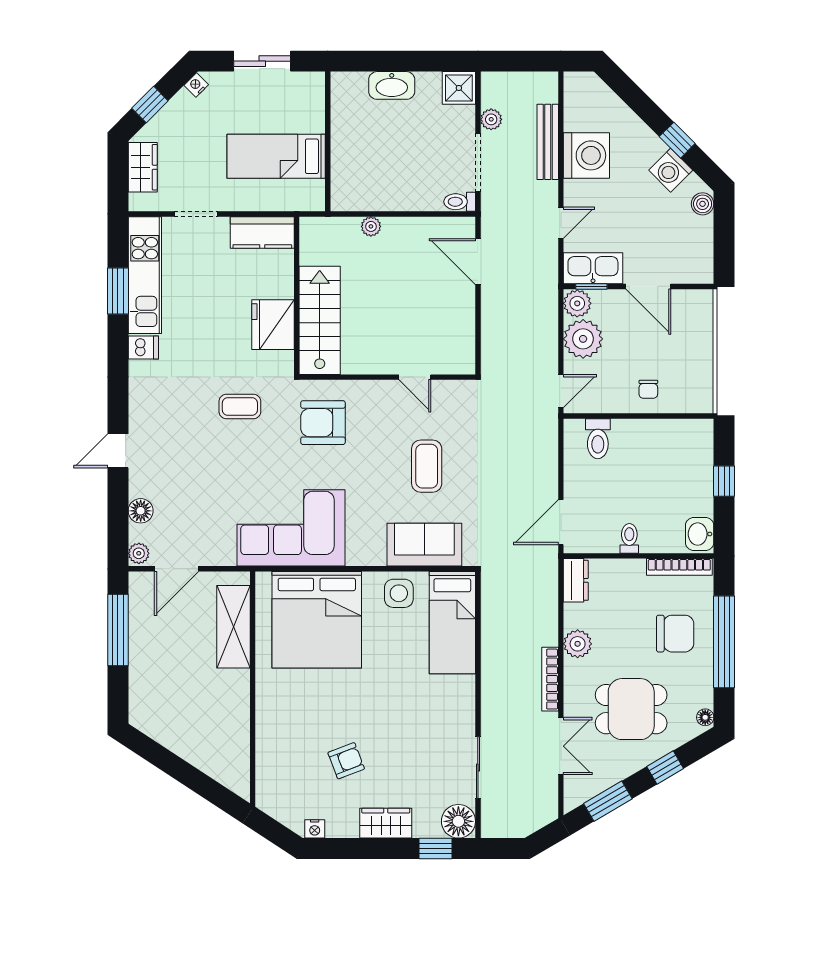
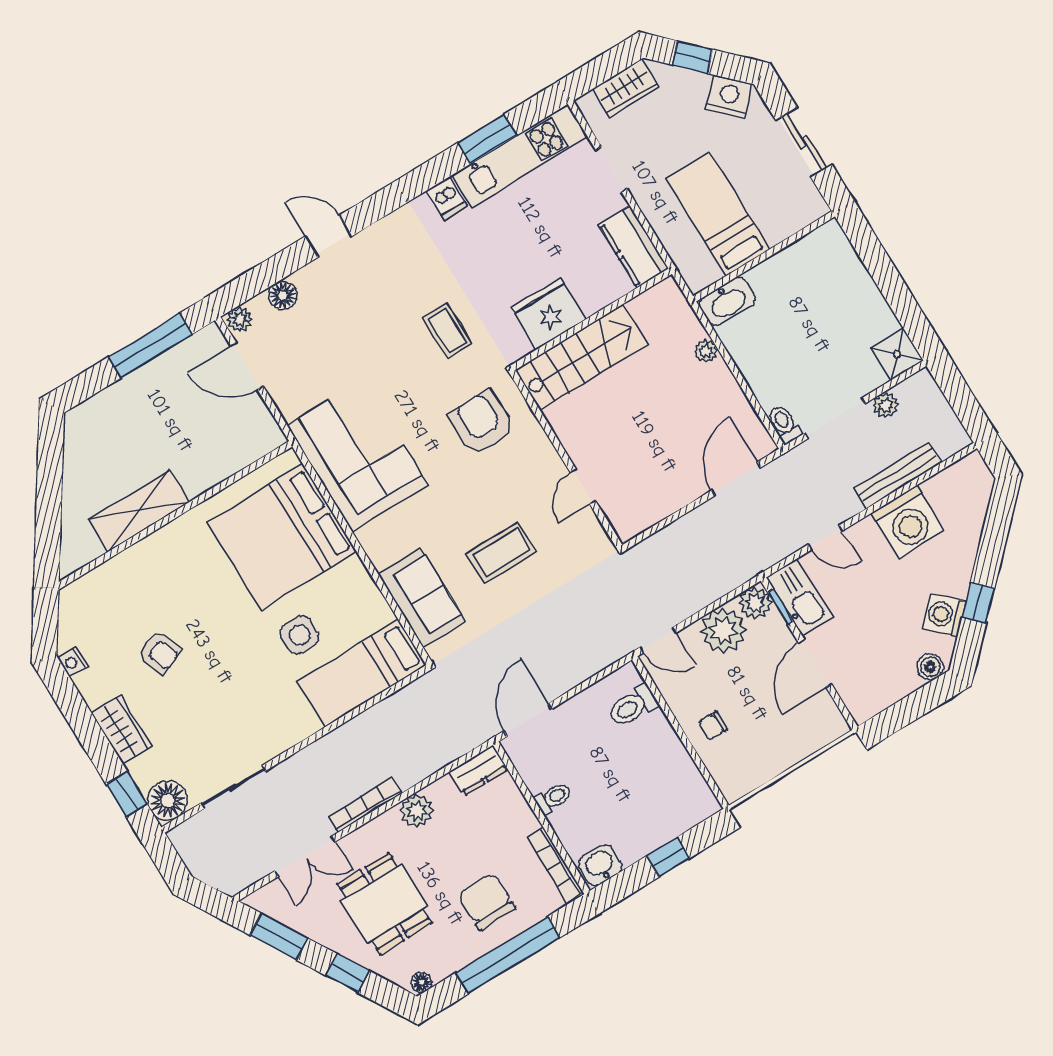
nightstand: (196, 85) -> (729, 97), width x1.89, depth x1.79
washbasin: (392, 85) -> (727, 301), moved, turned -90
door: (561, 522) -> (528, 720), hinge flipped
side table: (399, 593) -> (300, 635), moved
shelving: (233, 627) -> (139, 510), moved
chair: (675, 634) -> (486, 901), turned 180

